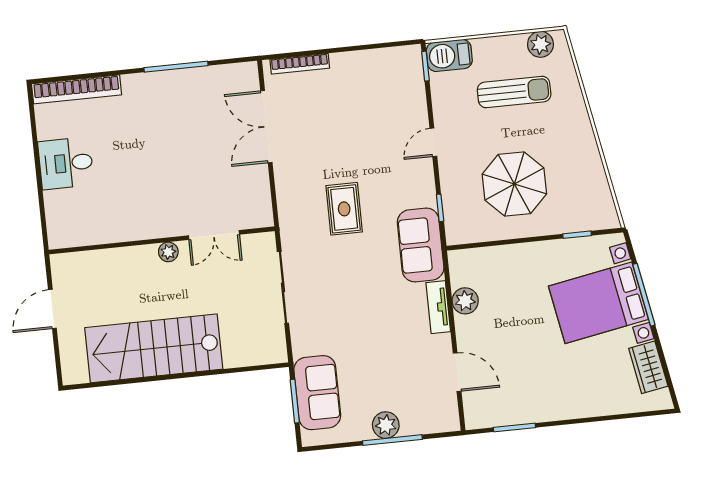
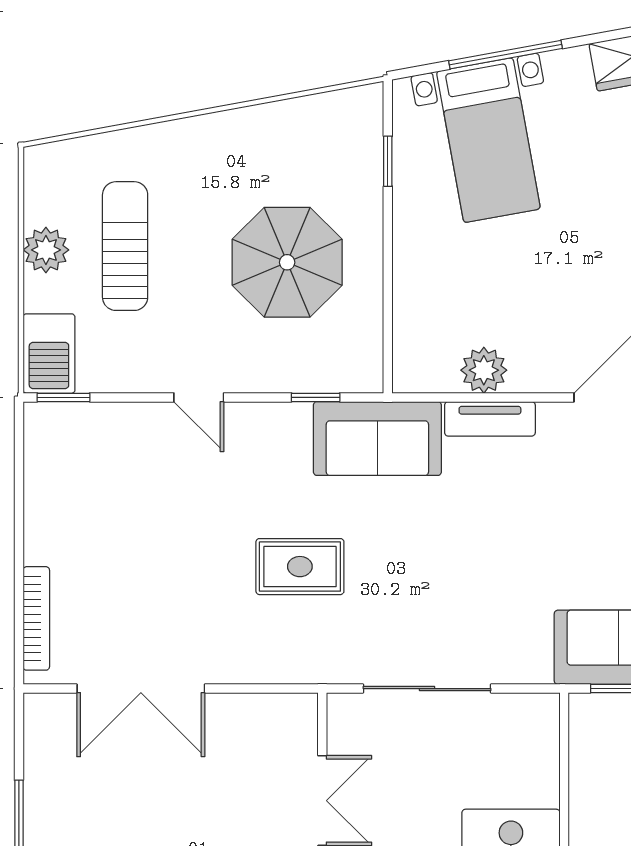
plant: (540, 44) -> (46, 250), moved
bed with nightstands: (598, 303) -> (488, 140), width x0.73

